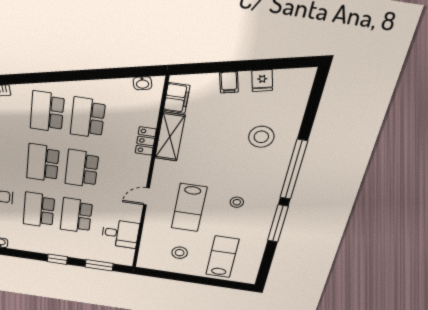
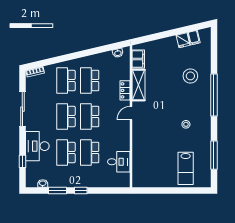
filing cabinet: (229, 82) -> (194, 38), moved
door: (146, 196) -> (131, 113), moved
lab bench: (189, 208) -> (158, 134), removed
window: (278, 223) -> (214, 155), moved
stool: (180, 253) -> (158, 170), removed
lab bench: (222, 257) -> (186, 168), turned 180
window: (99, 265) -> (58, 191), moved

